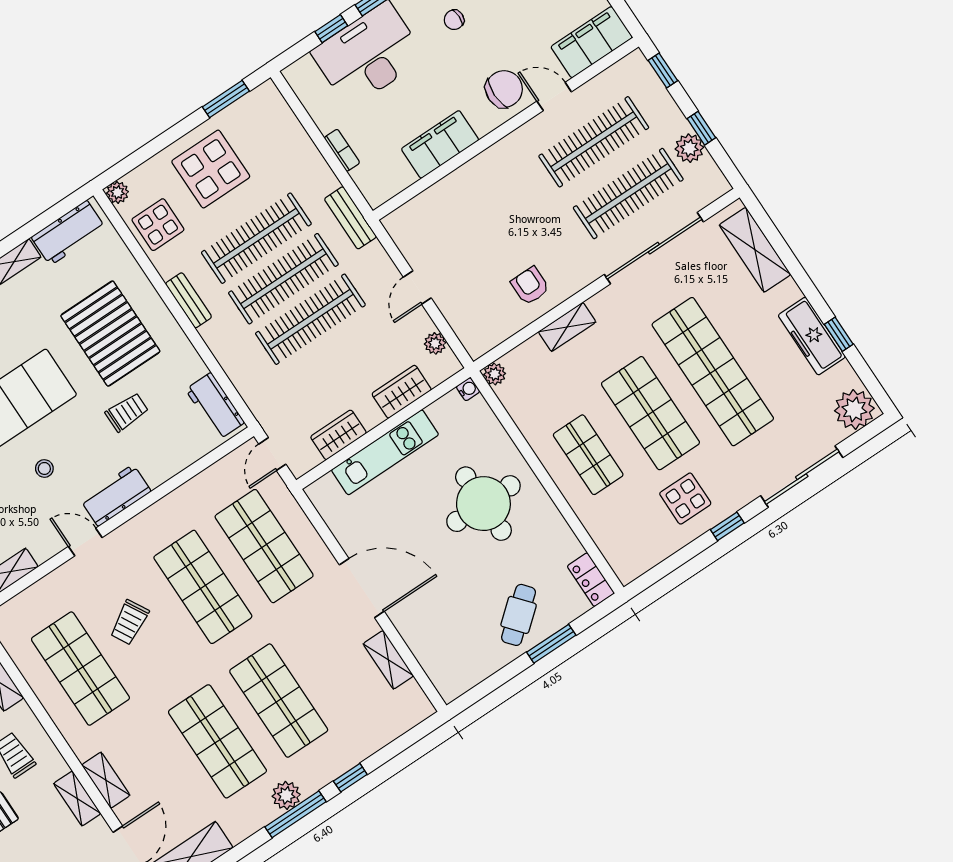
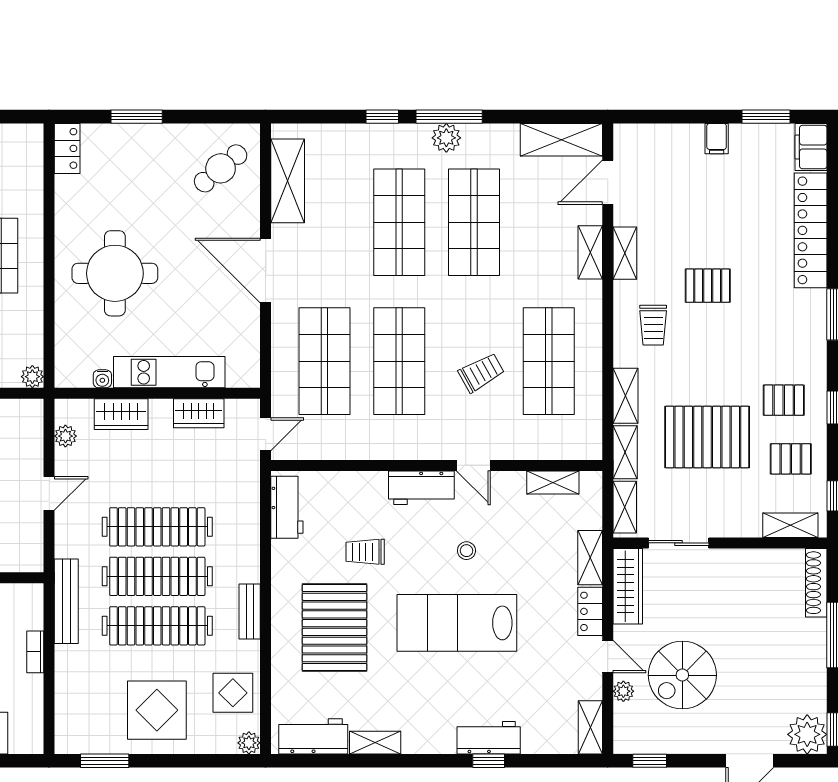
bench: (350, 218) -> (66, 601), width x1.36
water cooler: (468, 389) -> (102, 379), moved, turned -90
cafe table: (519, 615) -> (221, 168), moved
shelving: (388, 660) -> (288, 181), width x1.50, depth x1.33

